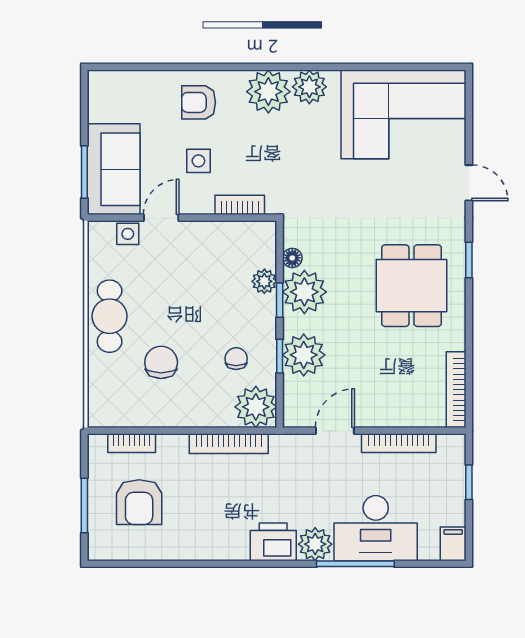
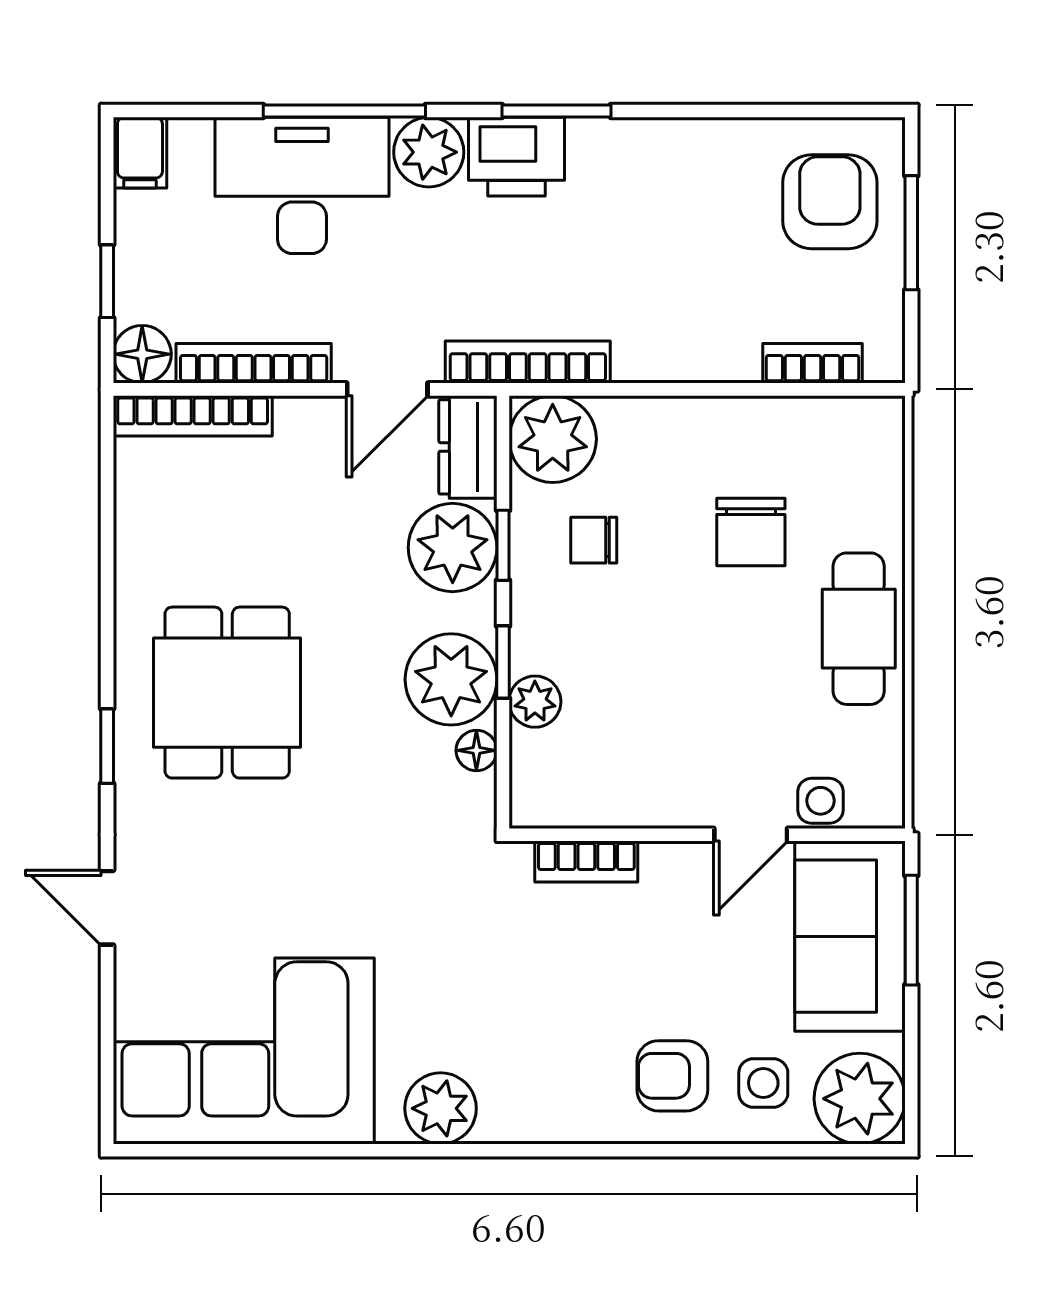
plant: (268, 92) -> (860, 1099), moved
armchair: (199, 102) -> (672, 1076), turned 180
side table: (198, 161) -> (763, 1083), moved
chair: (236, 359) -> (594, 540), turned 90
bookcase: (456, 390) -> (193, 416), moved, turned 90
dresser: (296, 403) -> (468, 447), added
bookcase: (229, 444) -> (528, 362), moved
floor lamp: (452, 447) -> (142, 354), added
armchair: (139, 502) -> (830, 202), moved
window: (254, 564) -> (556, 111), added

